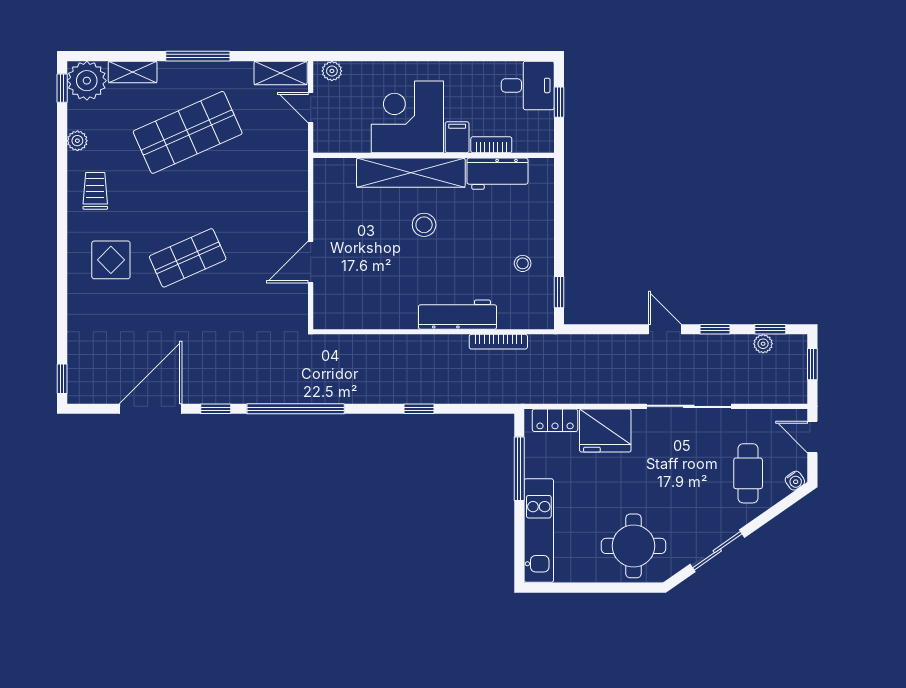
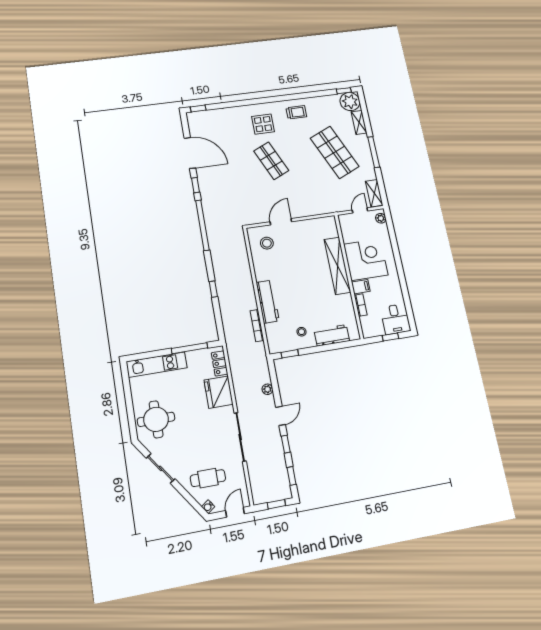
plant: (77, 141) -> (319, 101), removed
workbench: (497, 174) -> (332, 335), moved, turned 90
stool: (424, 225) -> (267, 243), moved
door: (311, 262) -> (281, 222), hinge flipped
plant: (763, 344) -> (267, 389), moved

